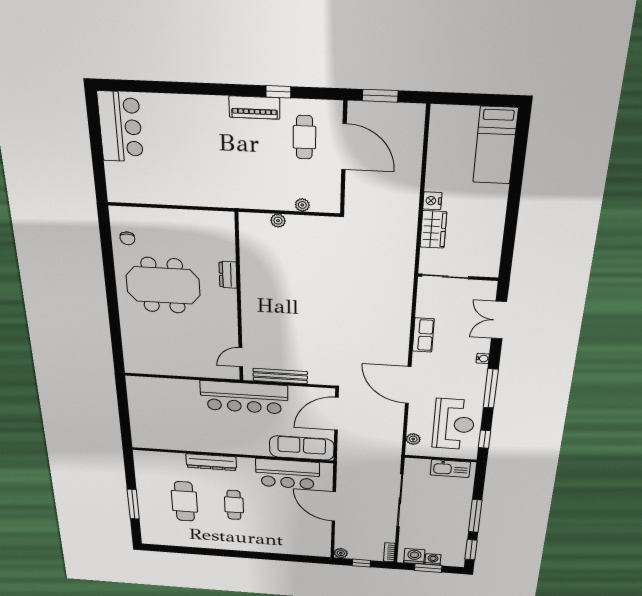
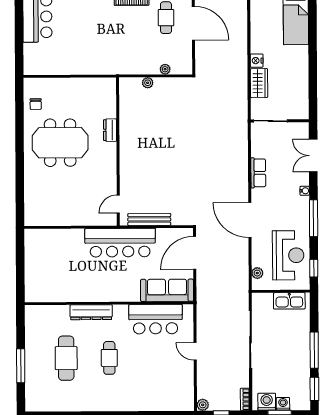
door: (334, 506) -> (195, 351), width x0.53

